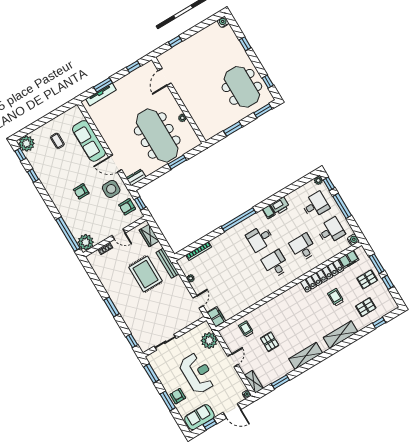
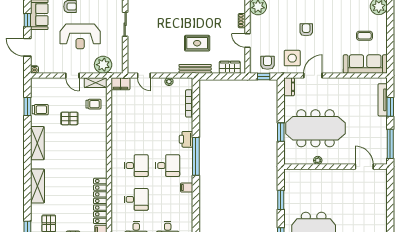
window: (175, 42) -> (390, 195), removed
window: (133, 67) -> (390, 144), width x2.17
sofa: (89, 141) -> (365, 64), moved
printer: (280, 206) -> (186, 139), moved
door: (119, 234) -> (247, 41), hinge flipped
desk: (260, 238) -> (168, 166), turned 90
rug: (145, 274) -> (197, 43), width x0.73, depth x0.70
trolley: (336, 297) -> (40, 110), moved
shelving: (254, 382) -> (96, 83), moved
door: (232, 411) -> (27, 47), hinge flipped

